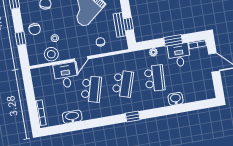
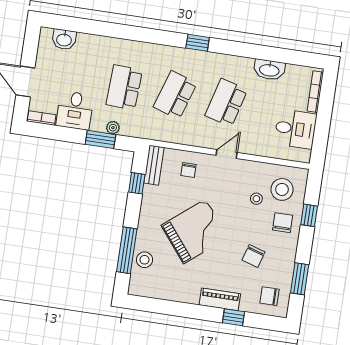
bench: (120, 25) -> (154, 165), moved
window: (173, 40) -> (100, 139), moved
stool: (51, 54) -> (282, 189), moved
desk: (66, 75) -> (295, 129), moved, turned -90
washbasin: (176, 99) -> (64, 40), moved
window: (133, 117) -> (198, 43), moved

